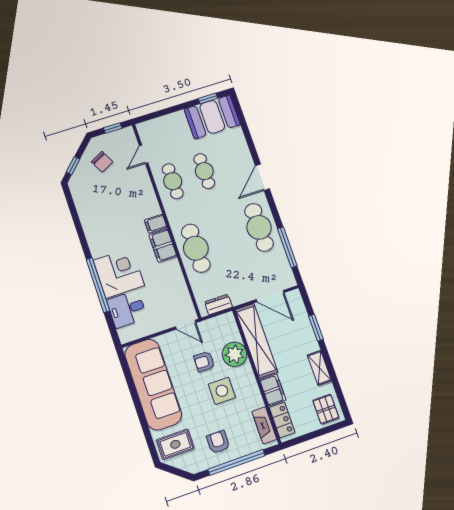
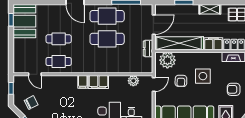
cafe table: (196, 248) -> (107, 39), moved
plant: (181, 294) -> (133, 81), added
dresser: (218, 305) -> (148, 48), moved
plant: (235, 354) -> (167, 60), moved

